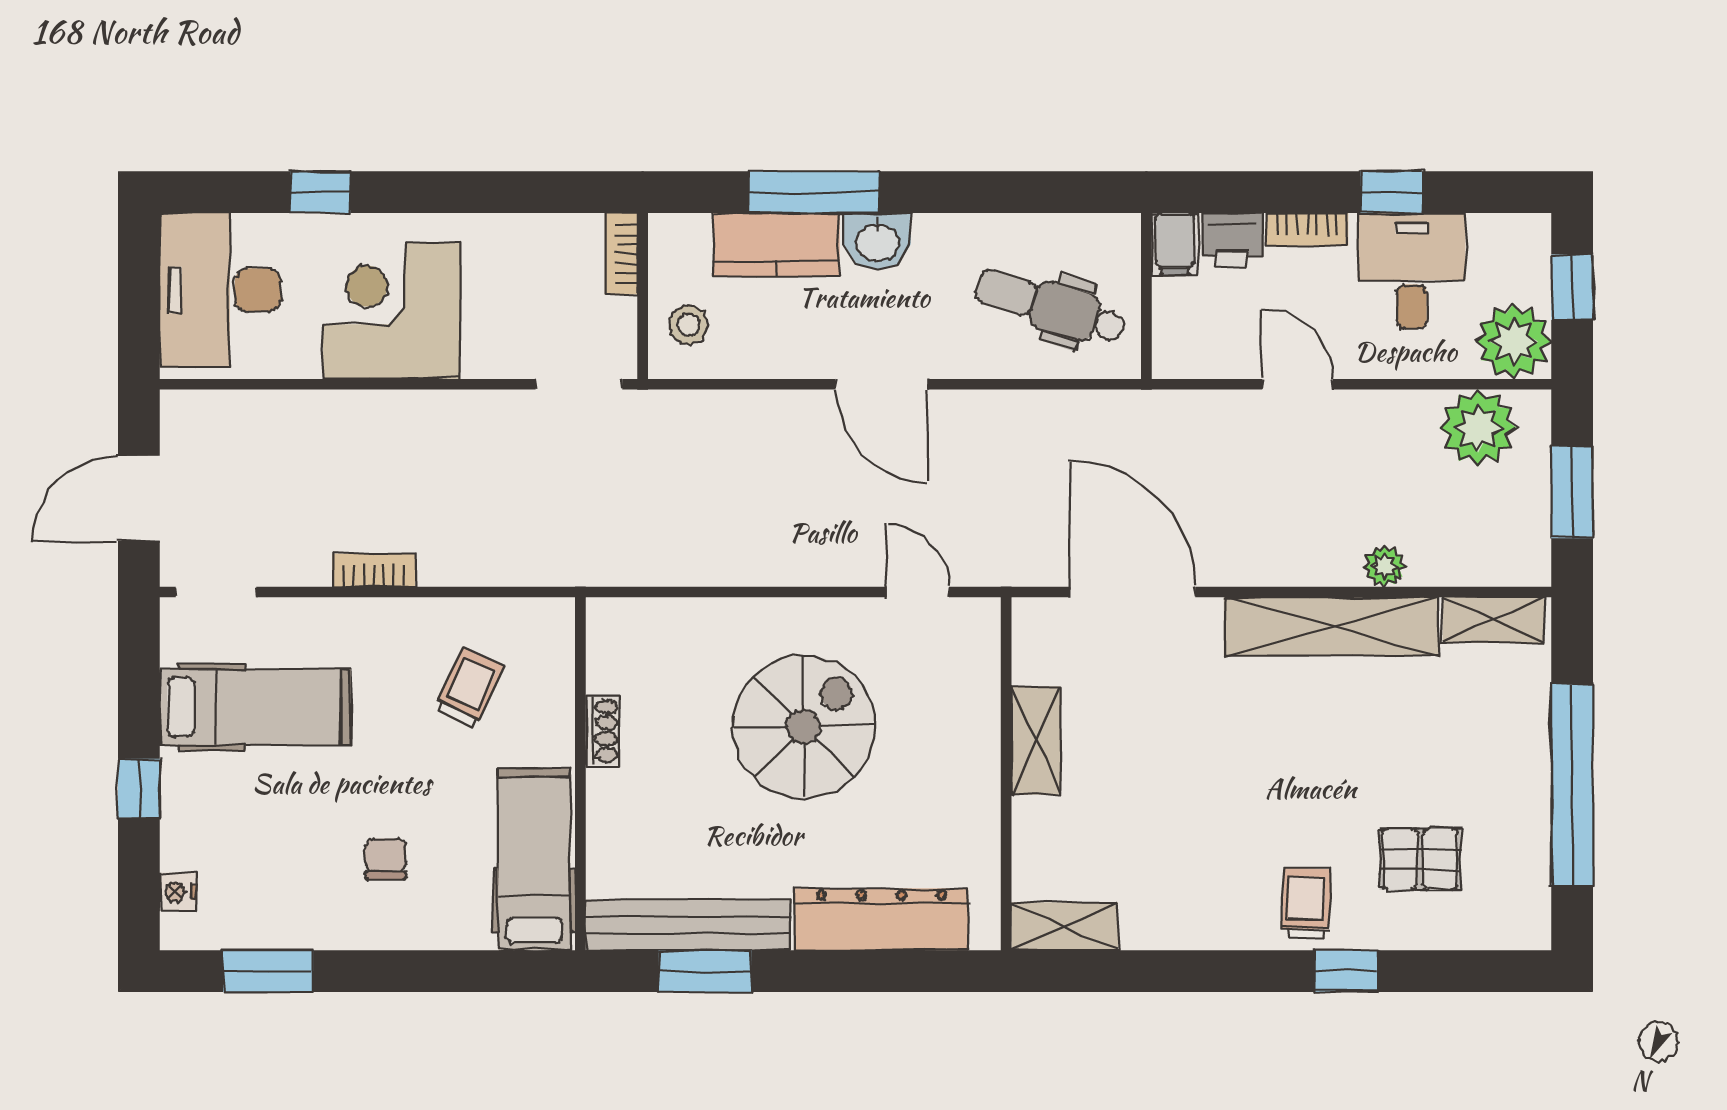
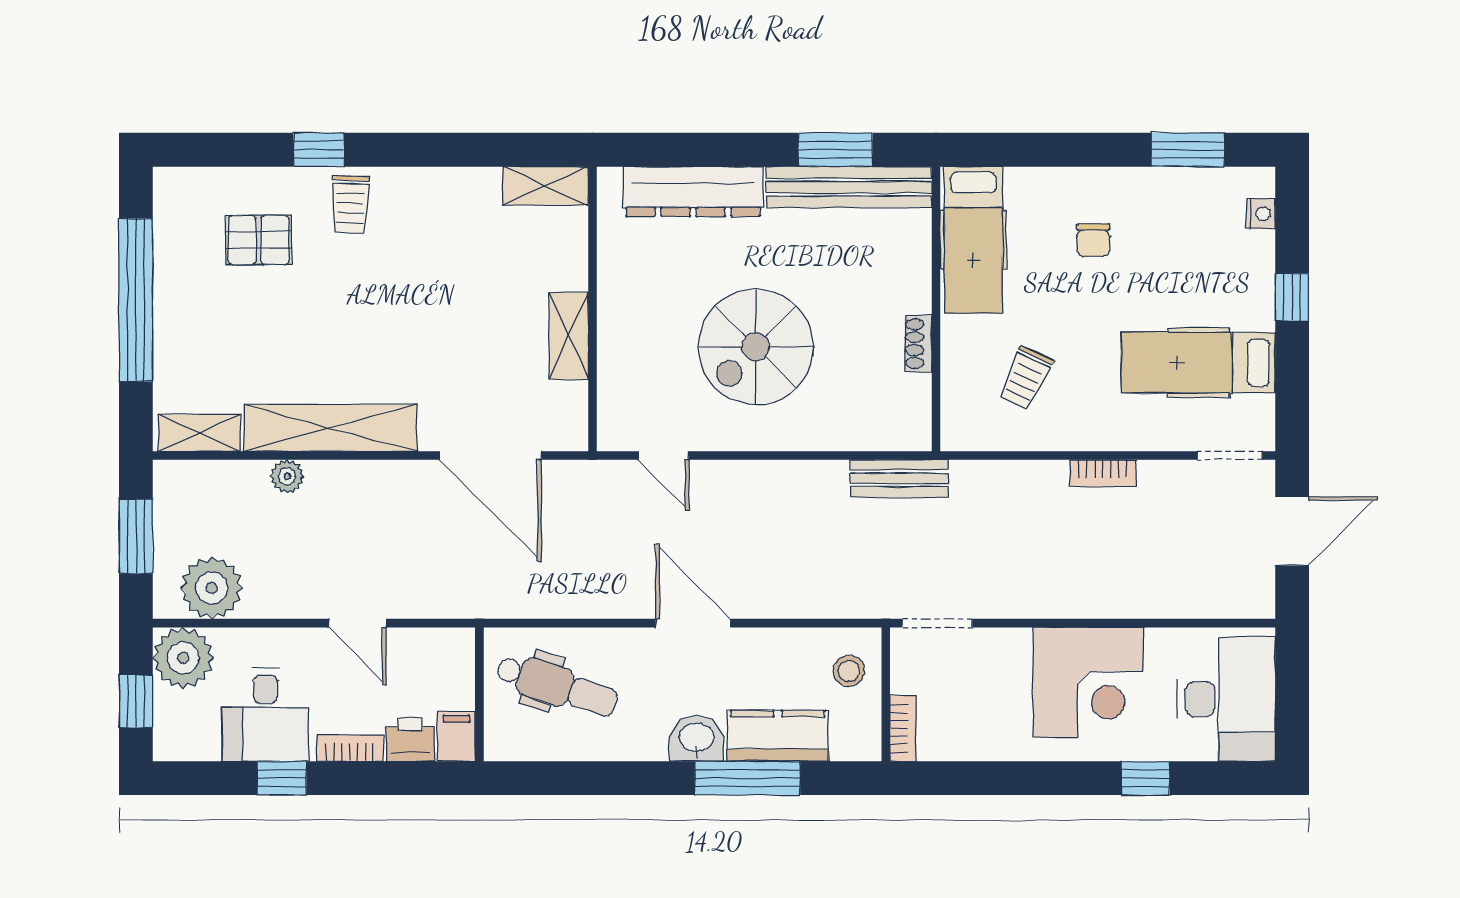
bench: (626, 564) -> (899, 478), added

